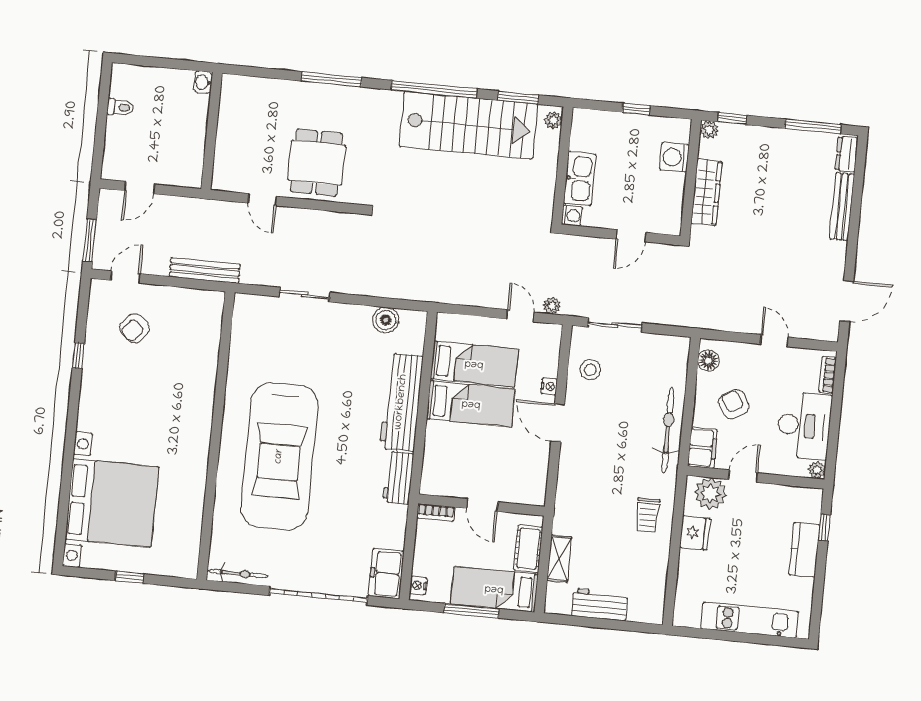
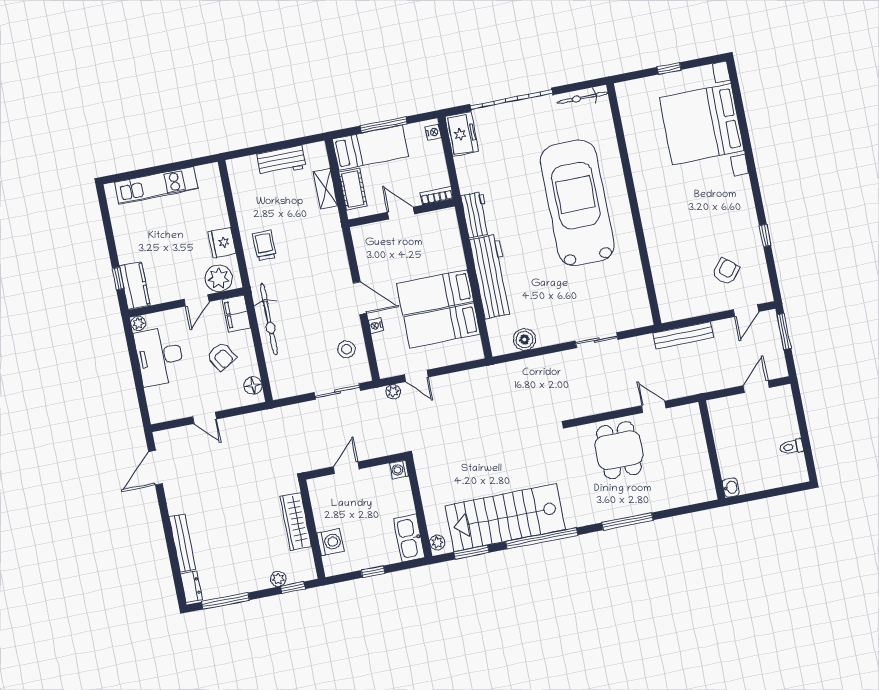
plant: (709, 130) -> (278, 579), moved
kitchen sink: (580, 179) -> (409, 538), moved
bookcase: (828, 375) -> (153, 403), removed
kitchen counter: (804, 550) -> (135, 285), moved

